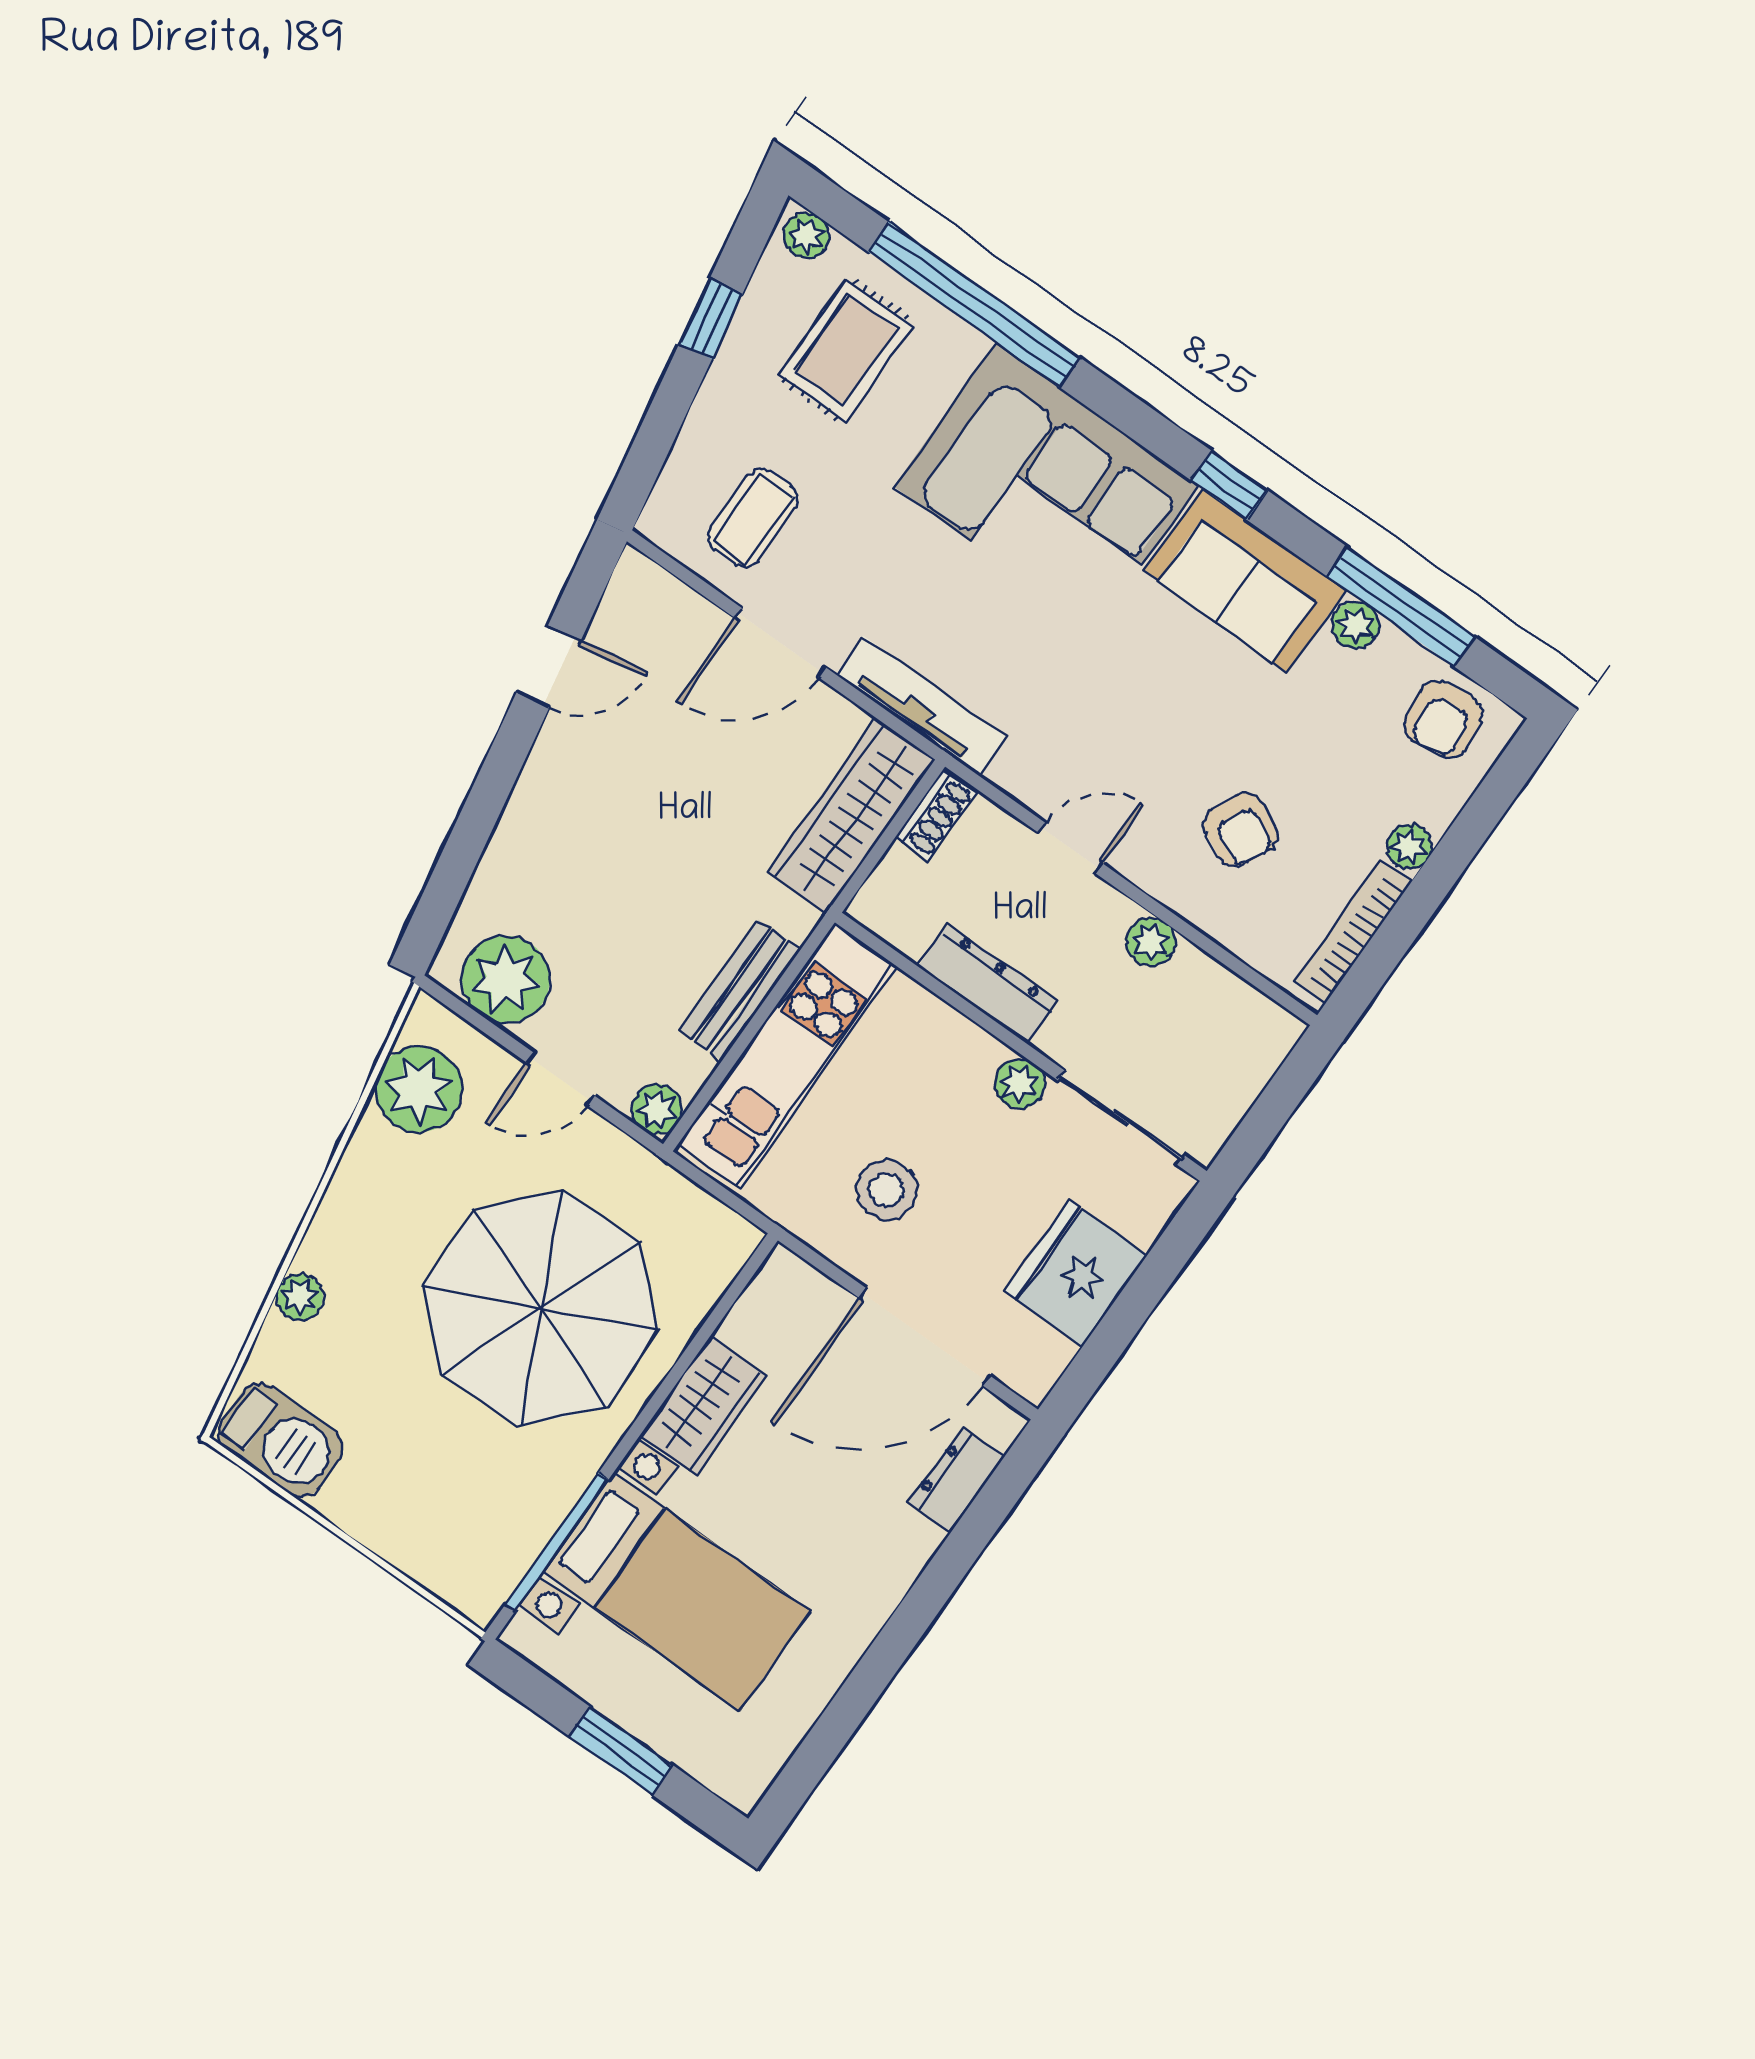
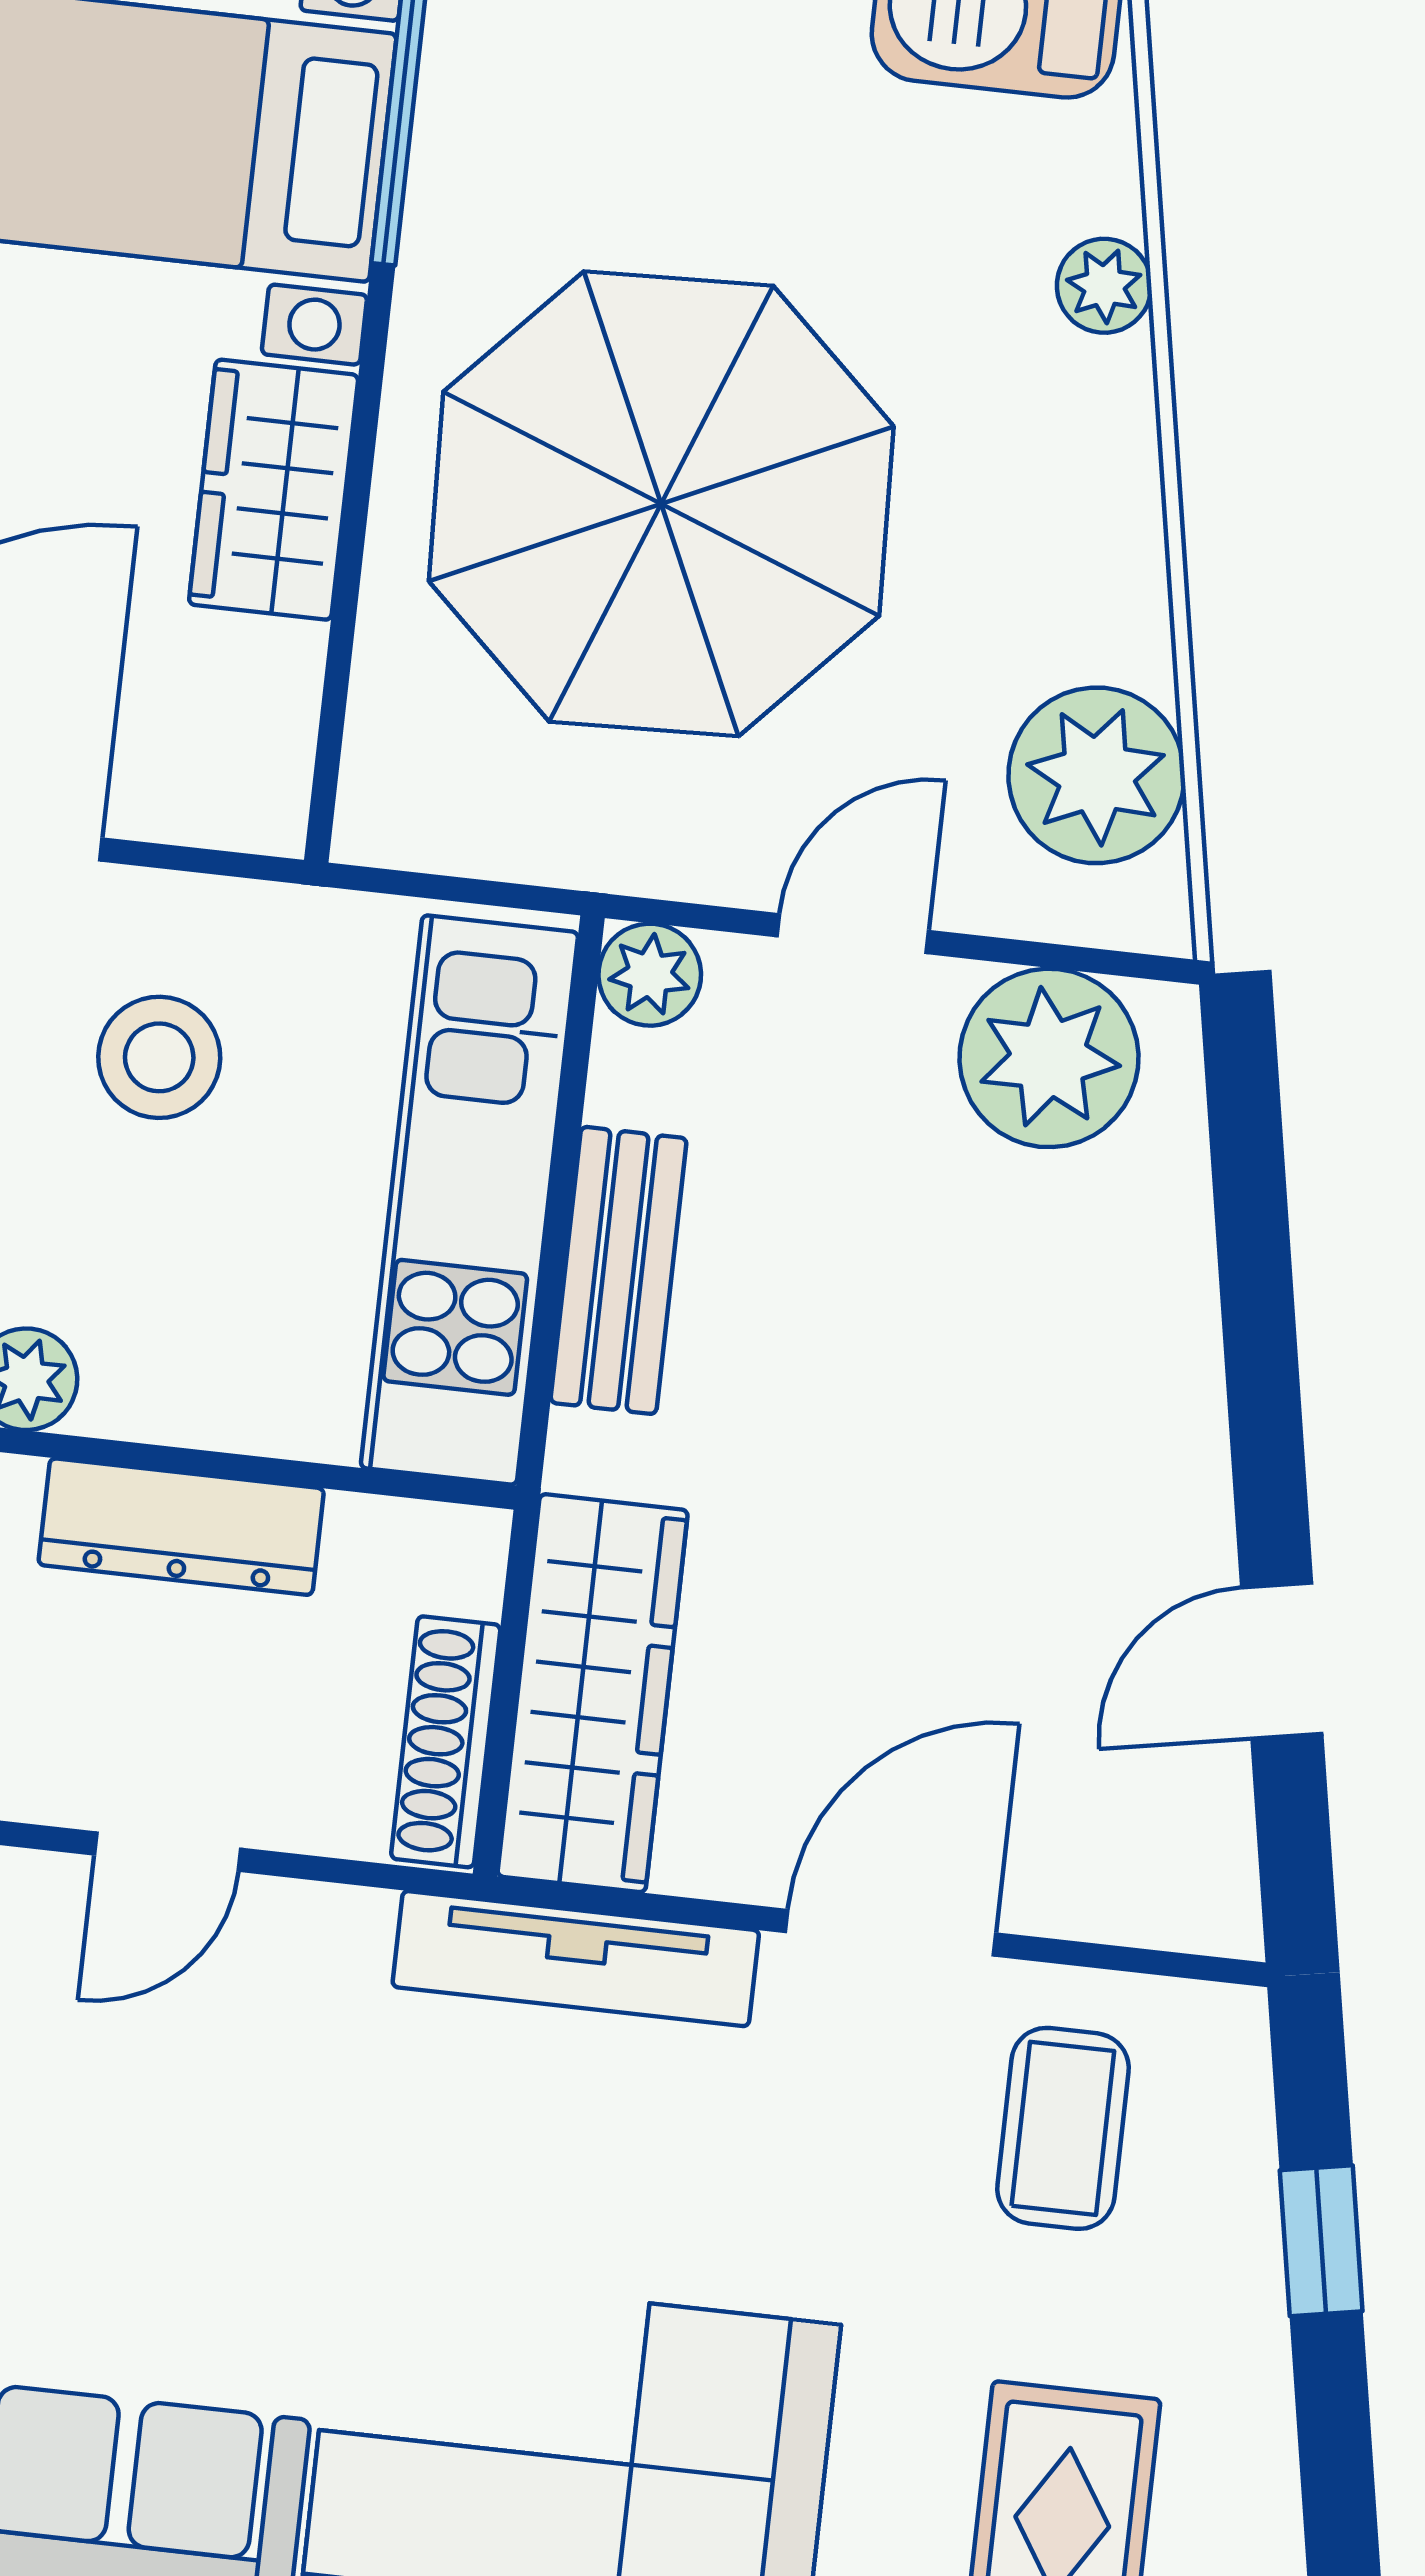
window: (711, 319) -> (1321, 2241), moved
shoe rack: (936, 815) -> (446, 1742), width x1.43

